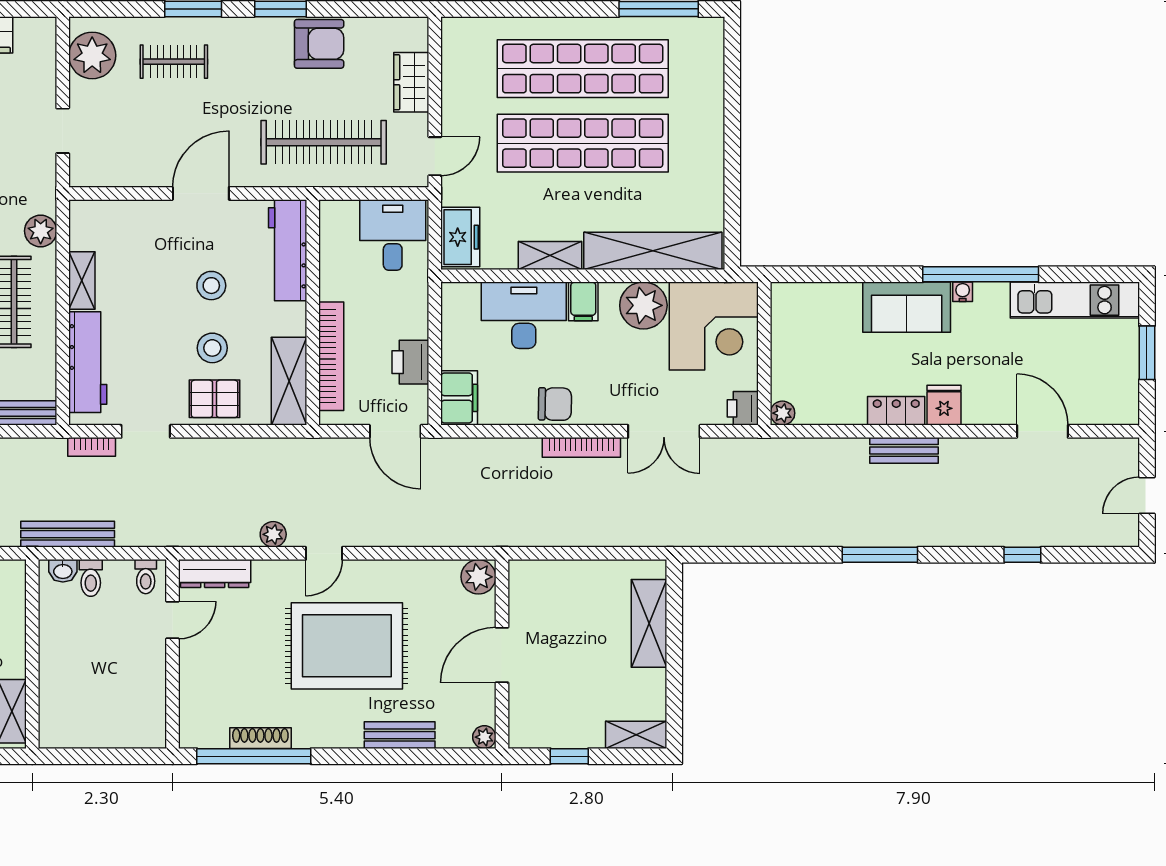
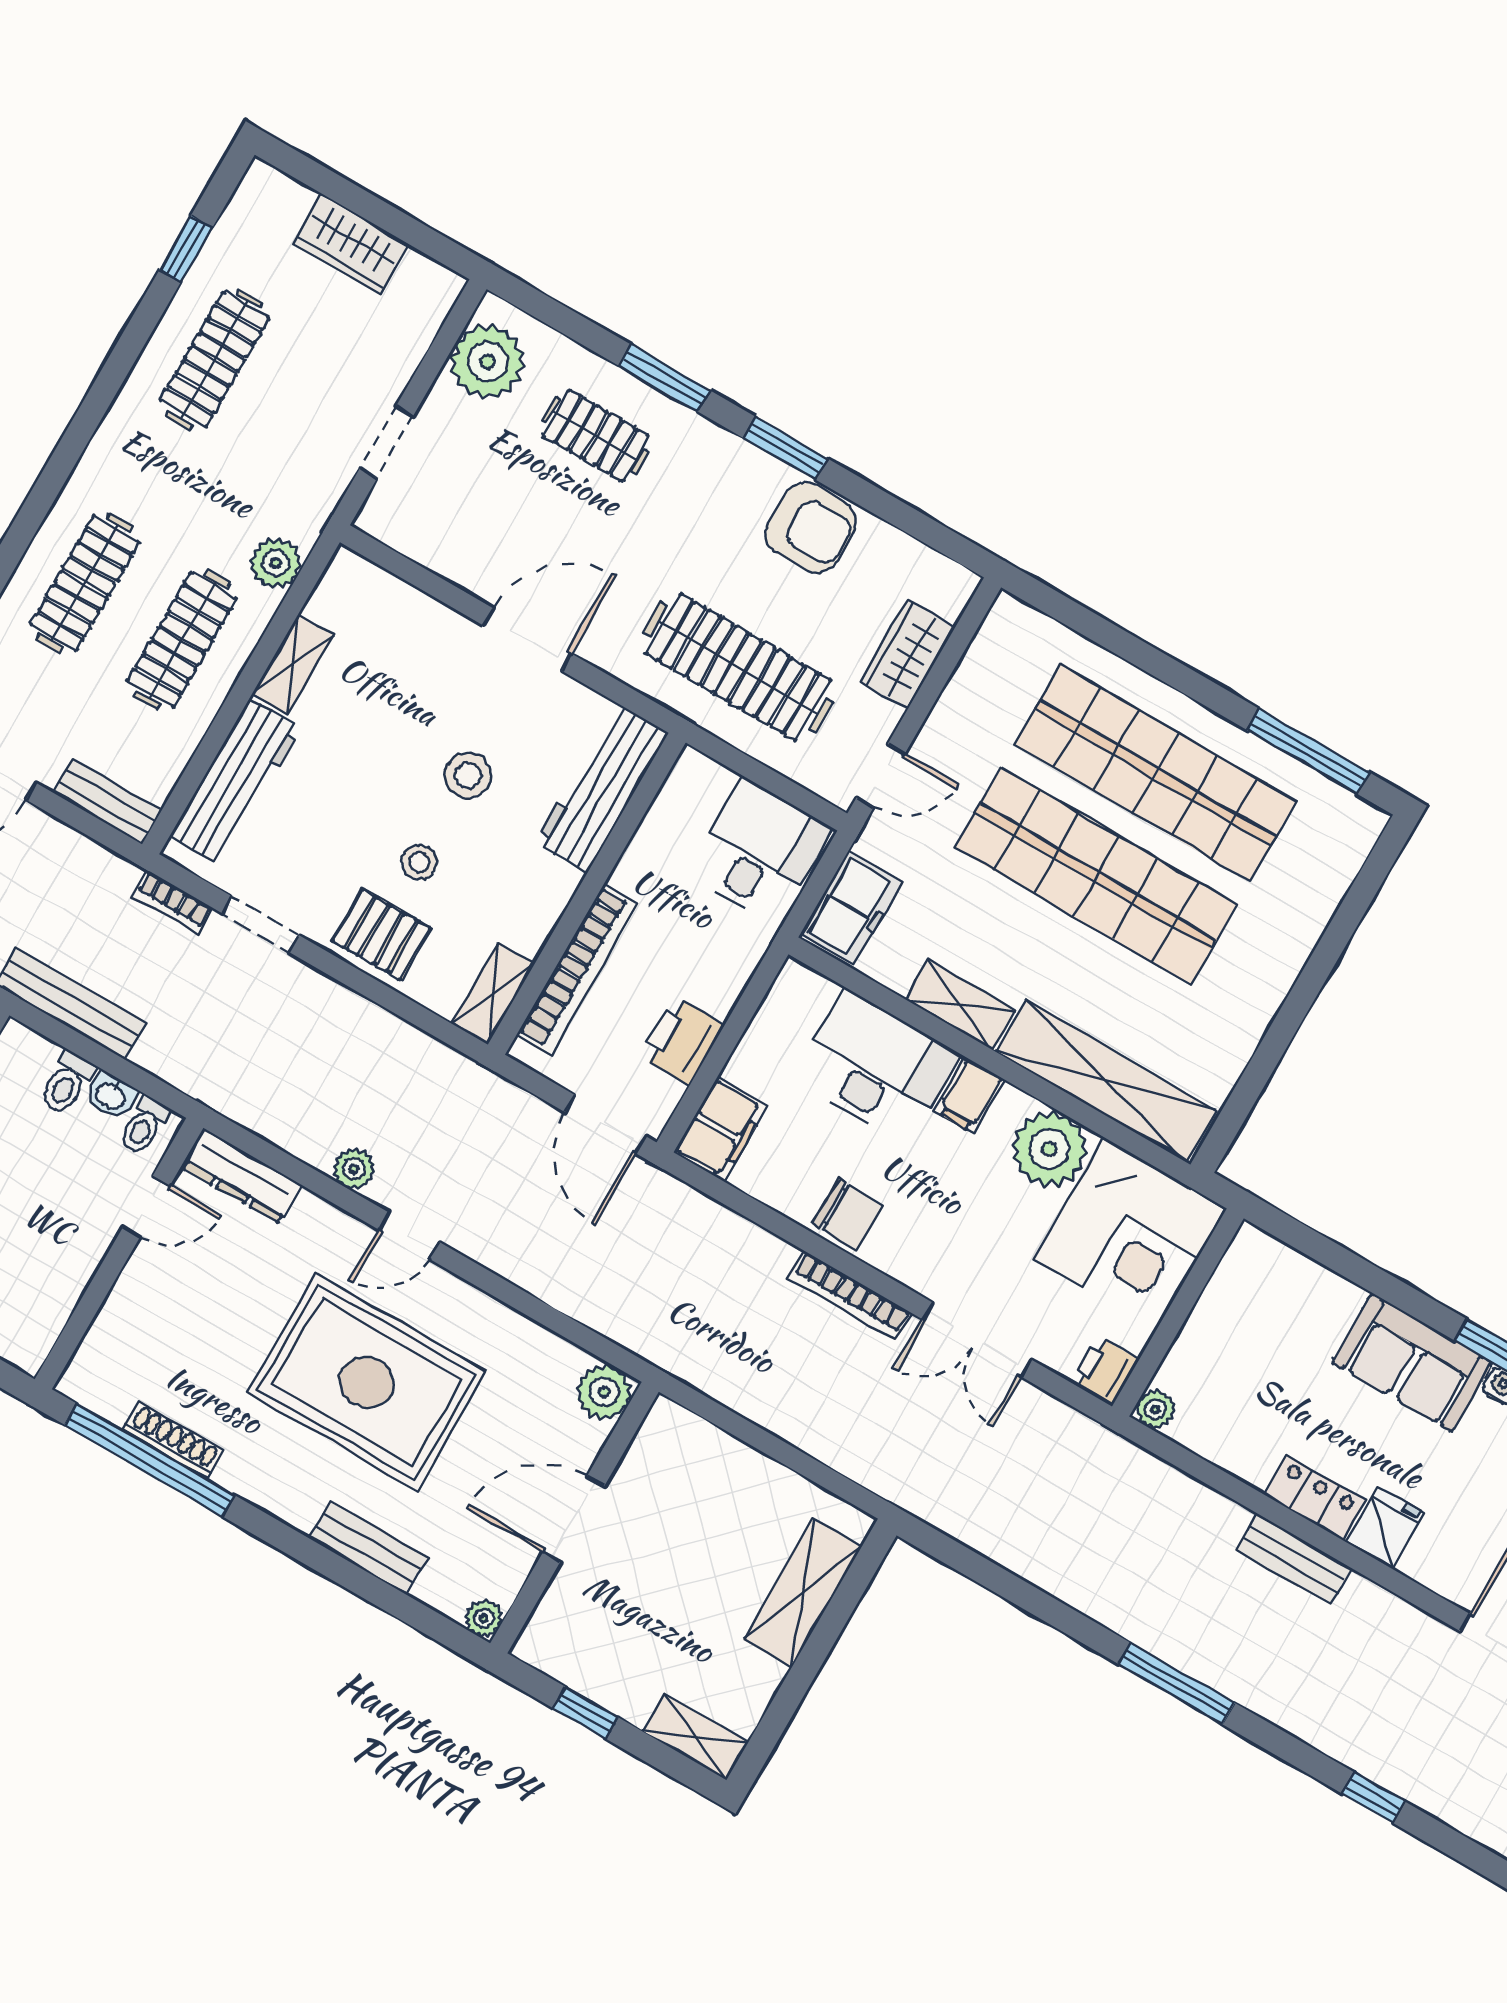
stool: (212, 348) -> (419, 862), width x0.73, depth x0.73
shelving: (289, 381) -> (493, 994), width x0.67, depth x0.75
washbasin: (63, 571) -> (111, 1095), moved

